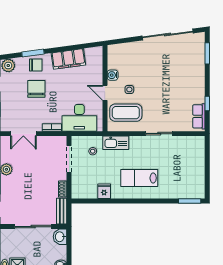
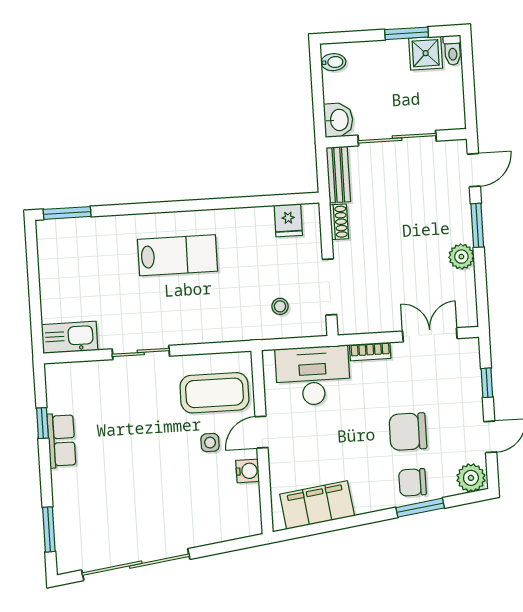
filing cabinet: (68, 59) -> (317, 505), moved
chair: (36, 89) -> (408, 432), turned 90
door: (105, 93) -> (261, 432), swing flipped
row of seats: (199, 116) -> (61, 440), moved
kitchen sink: (116, 143) -> (70, 337), moved
fridge: (104, 191) -> (288, 220), moved

